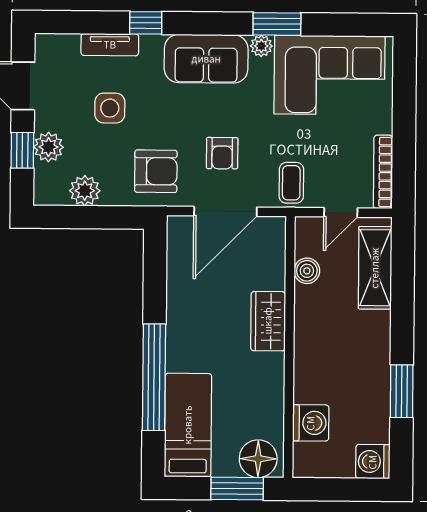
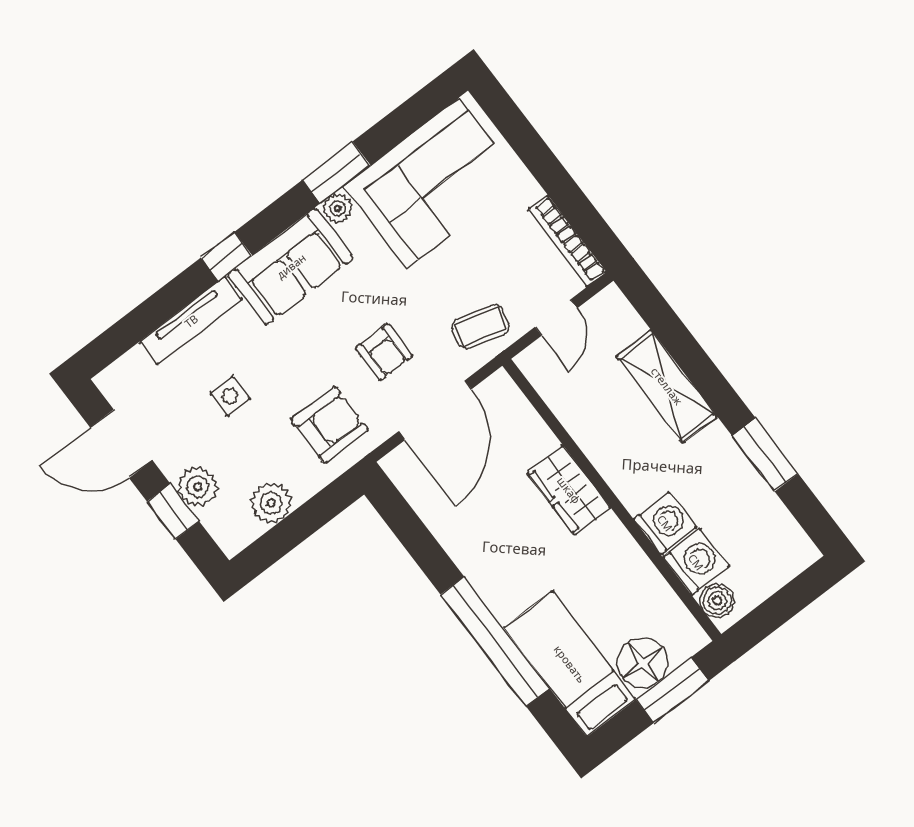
window: (146, 23) -> (226, 257), moved
tv unit: (110, 45) -> (191, 321), width x1.41
side table: (110, 108) -> (230, 396), width x0.73, depth x0.73
coffee table: (291, 183) -> (480, 327), turned -74
shelving: (375, 268) -> (667, 386), moved
boiler: (307, 271) -> (717, 601), moved
floor lamp: (258, 459) -> (643, 663), moved
washing machine: (373, 462) -> (665, 523), moved, turned 180

